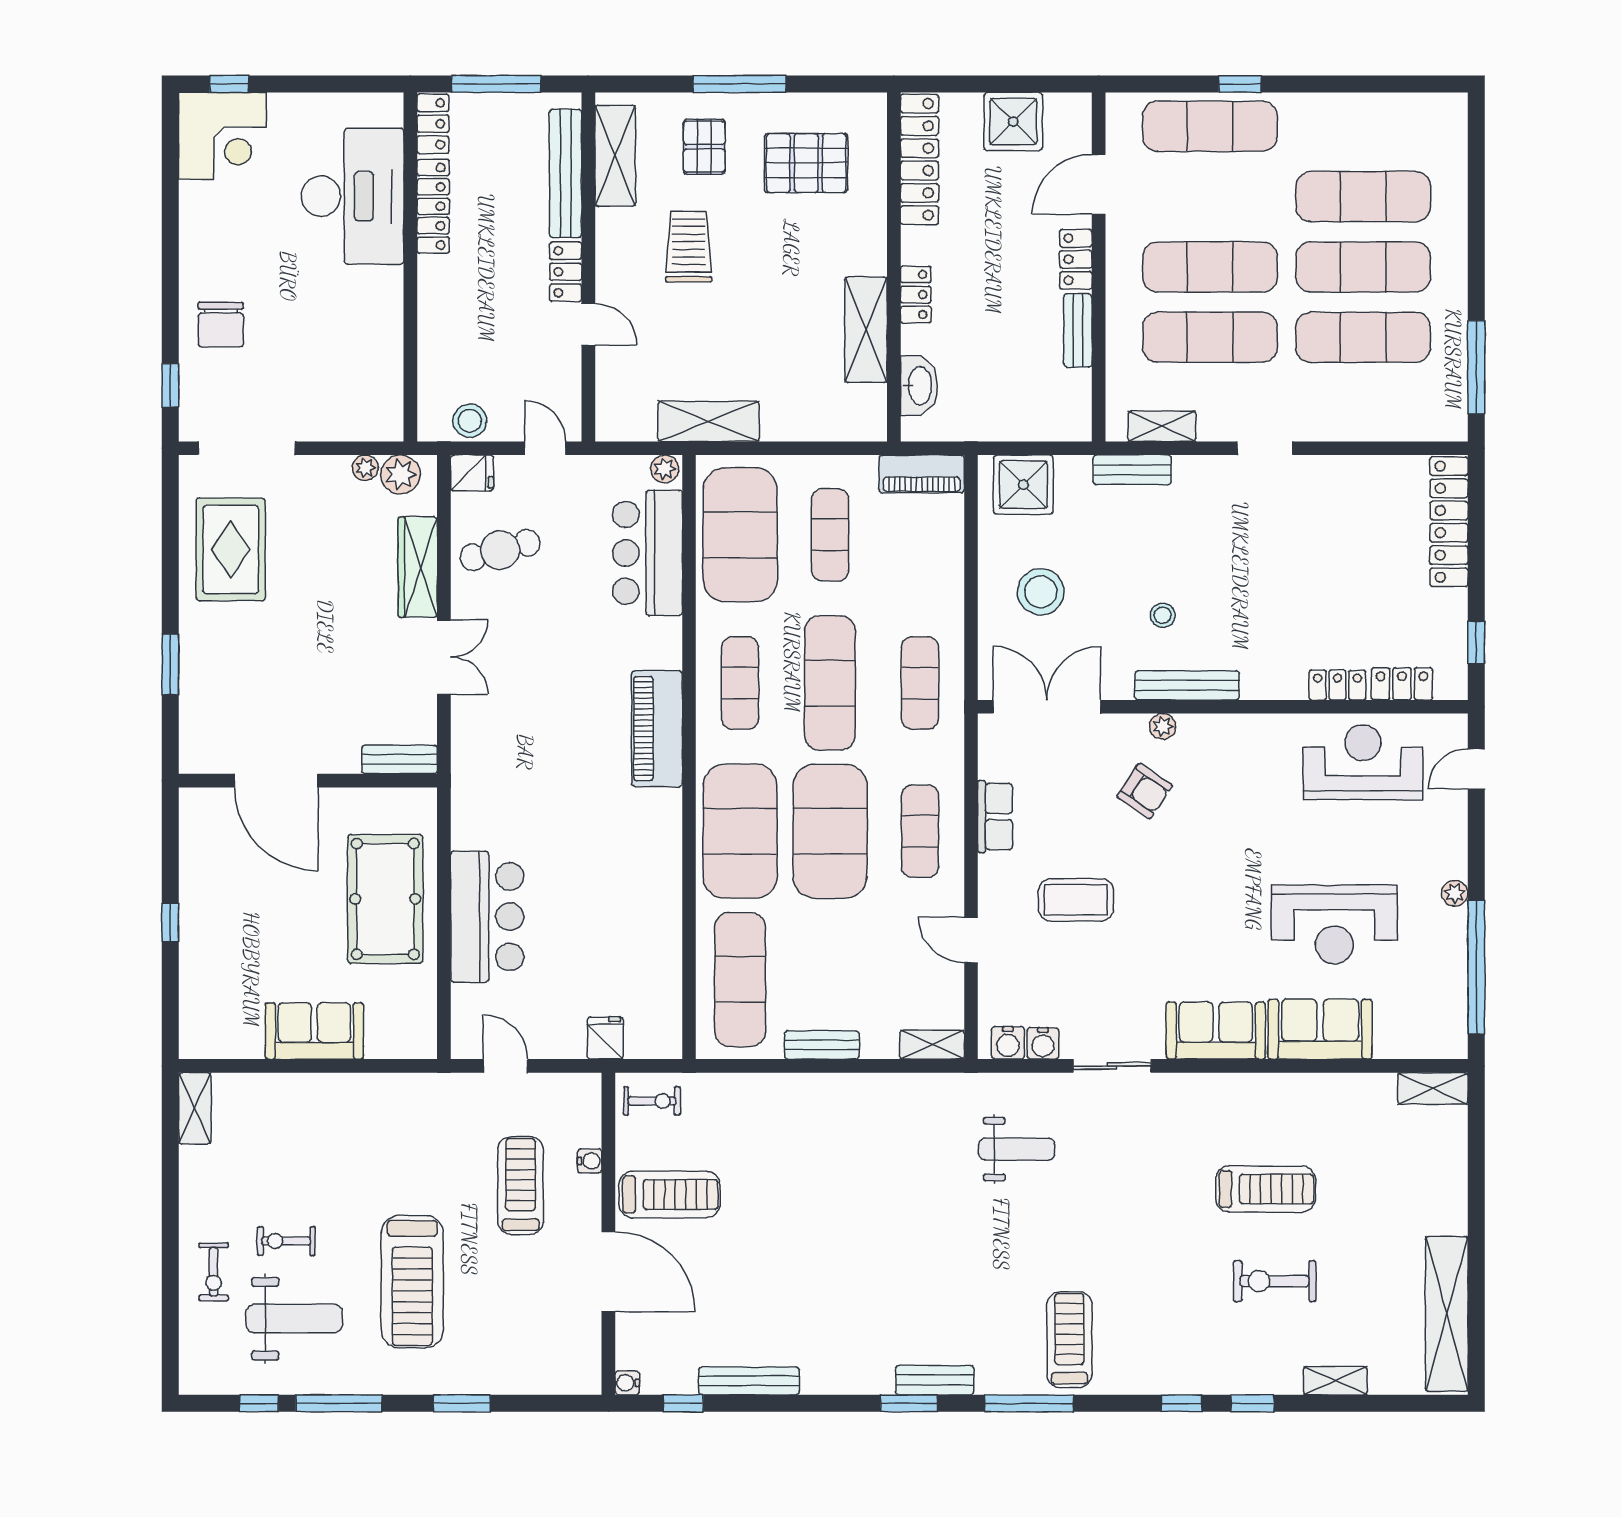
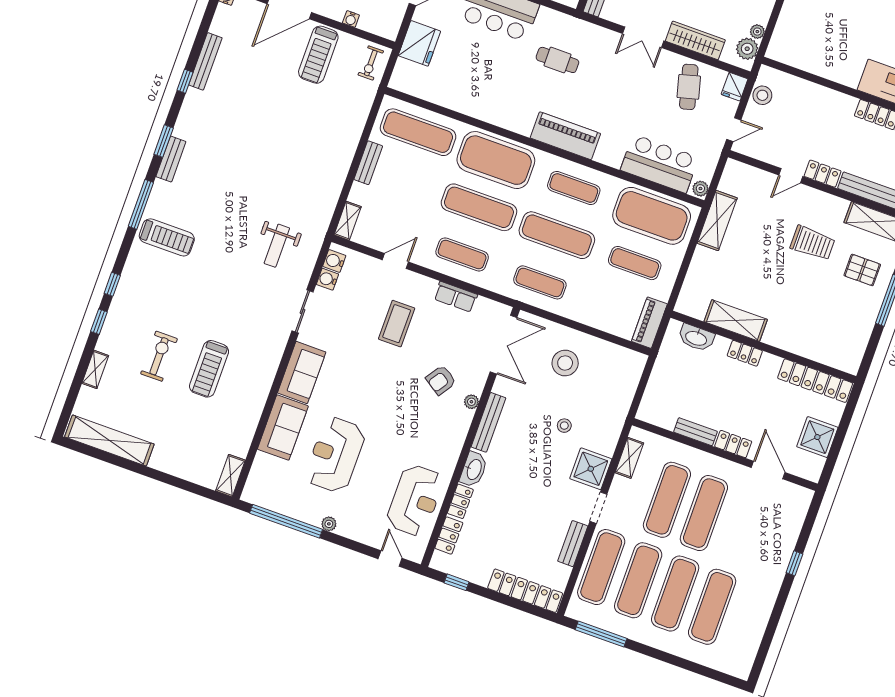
exercise mat: (1210, 126) -> (601, 567), moved
pallet: (806, 163) -> (835, 320), removed
bench: (1132, 470) -> (573, 544), moved
shower: (1023, 485) -> (591, 469), moved
stool: (1163, 615) -> (564, 426), moved
washbasin: (1275, 682) -> (474, 469), added
cafe table: (534, 788) -> (557, 60), added
exercise mat: (830, 831) -> (479, 207), width x0.68
fridge: (605, 1038) -> (419, 43), width x1.88, depth x1.34
window: (683, 1403) -> (185, 81), moved

